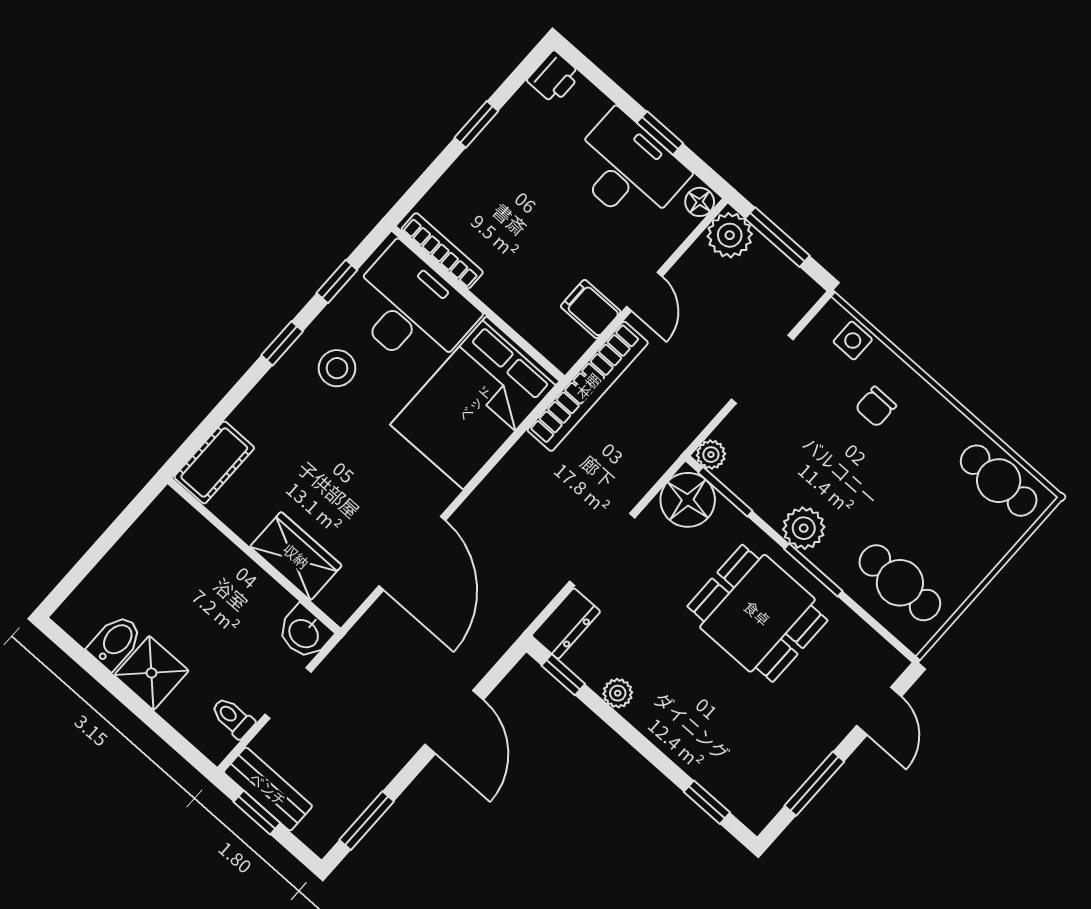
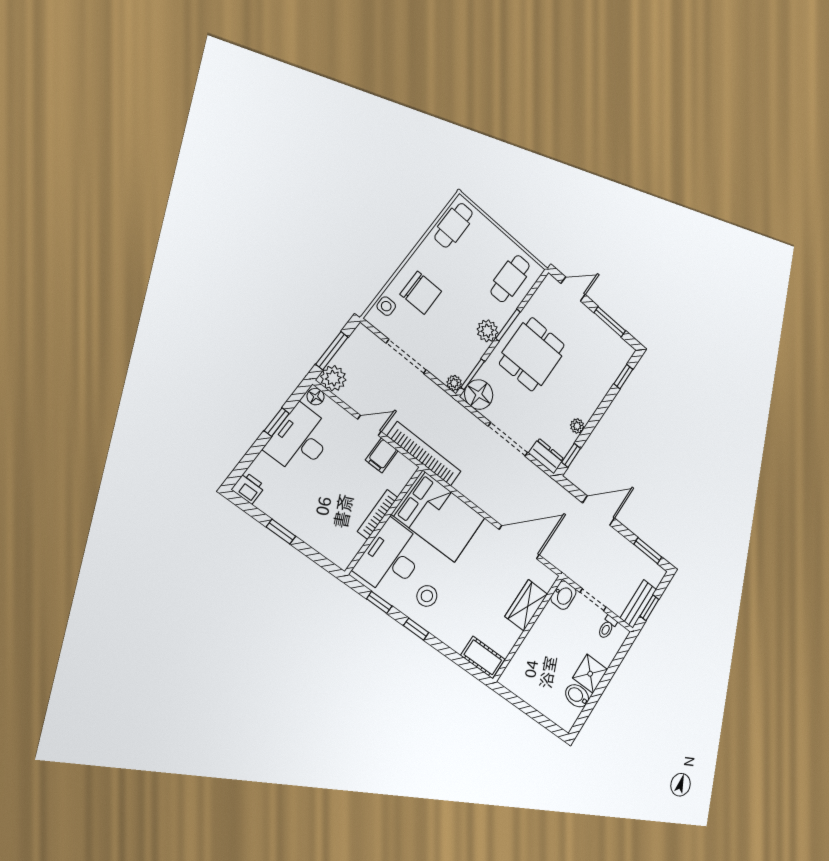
bookcase: (442, 251) -> (378, 514), moved
chair: (876, 407) -> (421, 293), width x1.87, depth x1.87

